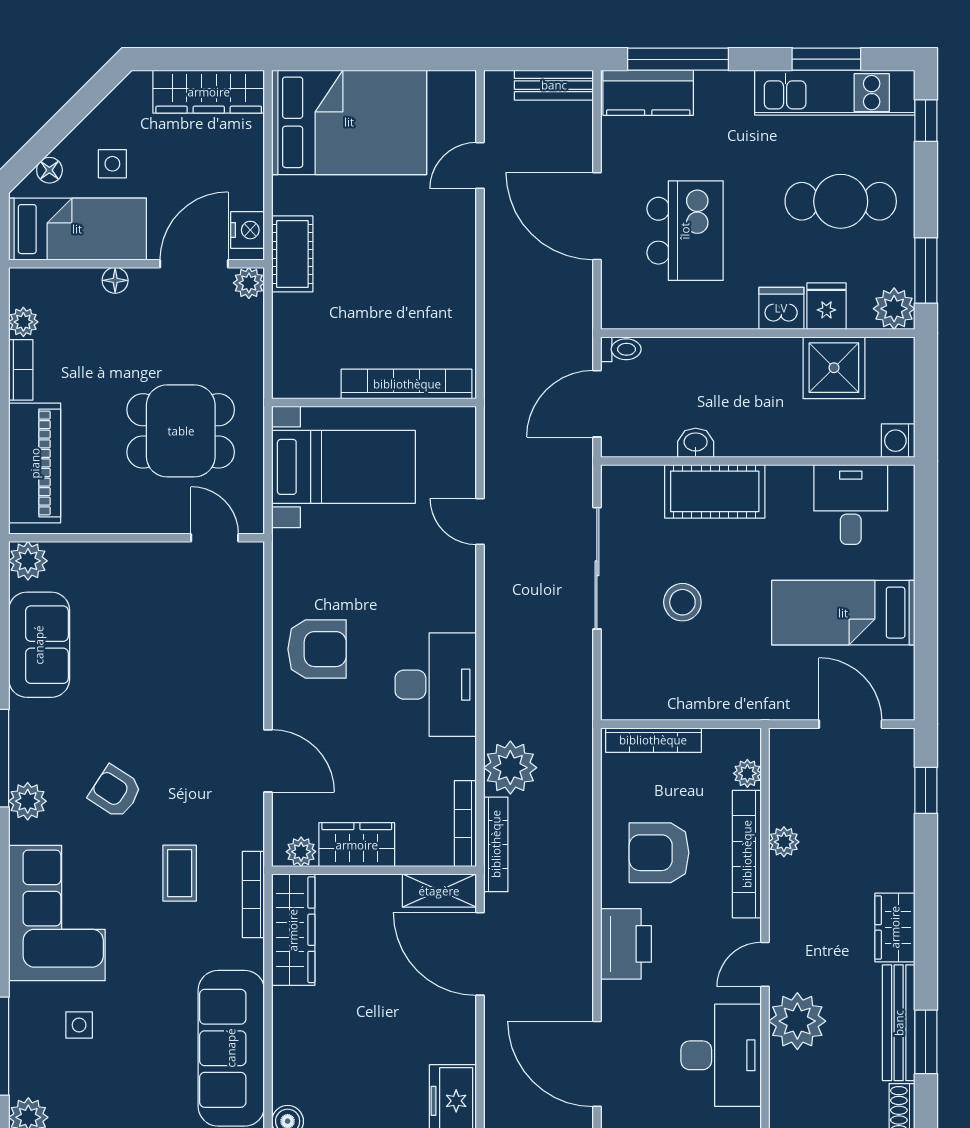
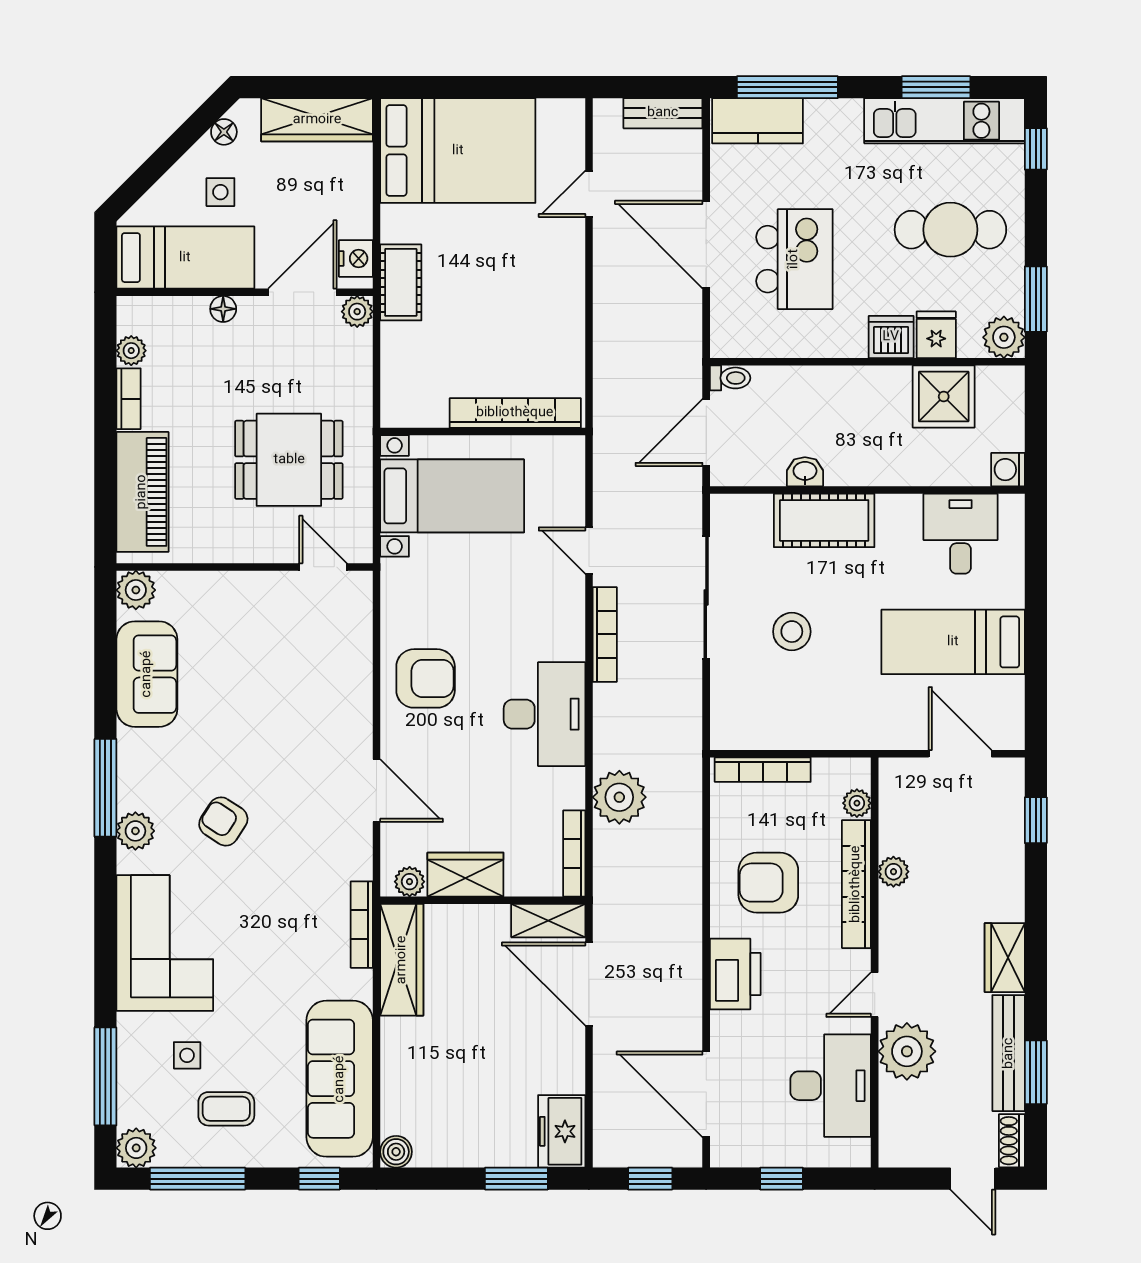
floor lamp: (49, 170) -> (224, 132), moved
bookcase: (496, 844) -> (605, 634), moved
coffee table: (180, 873) -> (226, 1109), moved, turned 90

